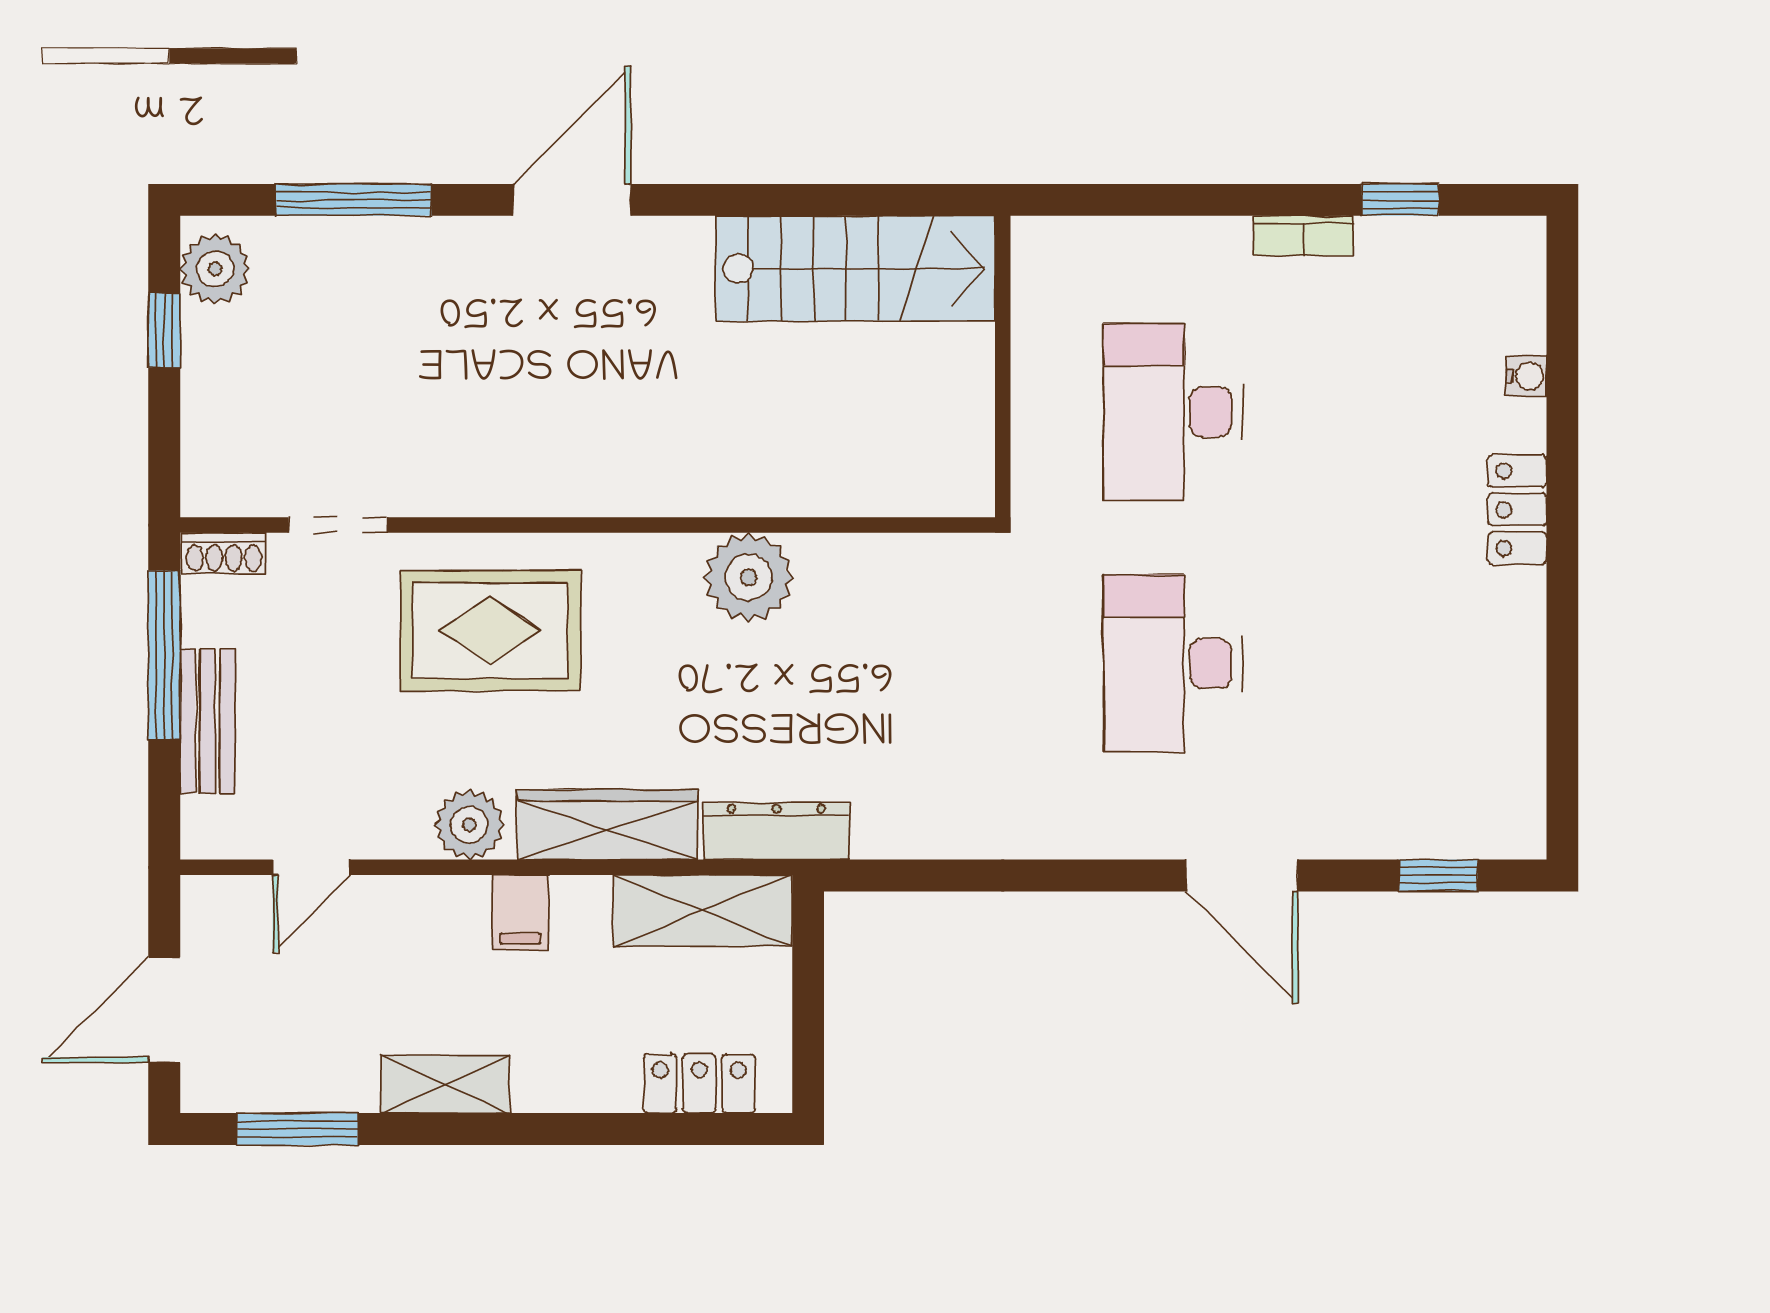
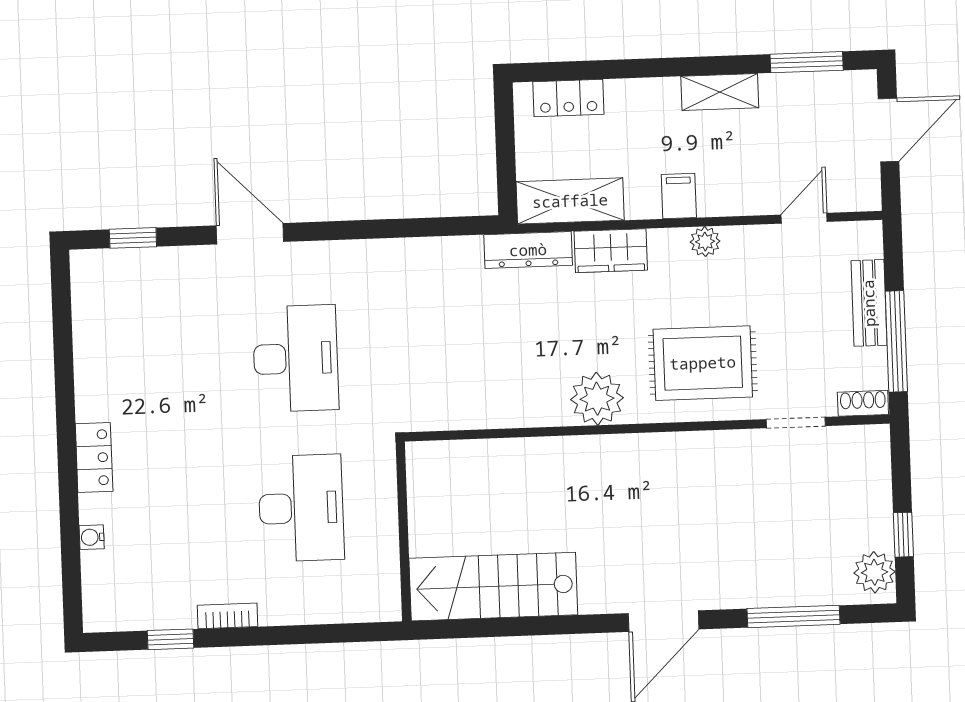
plant: (748, 577) -> (597, 399), moved
plant: (469, 825) -> (705, 242), width x0.73, depth x0.73
wardrobe: (608, 825) -> (611, 251), width x0.67

